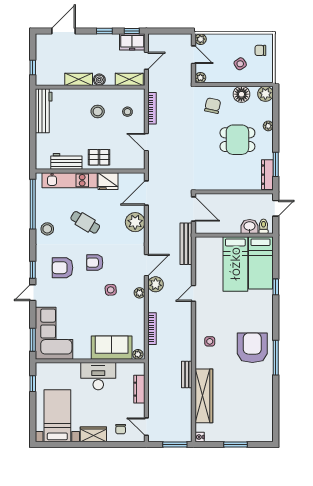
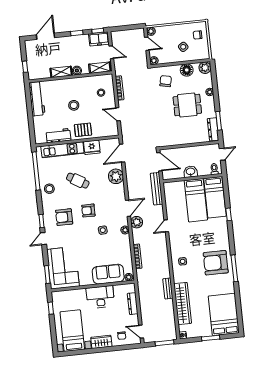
door: (146, 61) -> (111, 52), hinge flipped
stool: (98, 111) -> (74, 105), moved
washbasin: (250, 226) -> (191, 172), moved
armchair: (252, 348) -> (216, 263), turned -90
bed: (256, 416) -> (224, 314), added

